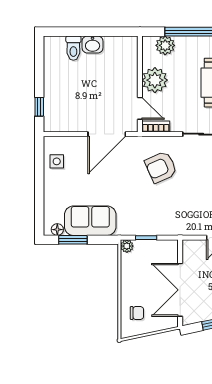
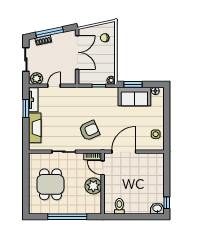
washbasin: (93, 45) -> (157, 209), moved
plant: (165, 45) -> (87, 208), removed
toilet: (73, 48) -> (119, 206), moved
window: (39, 107) -> (167, 203), moved
window: (73, 240) -> (133, 84), moved

